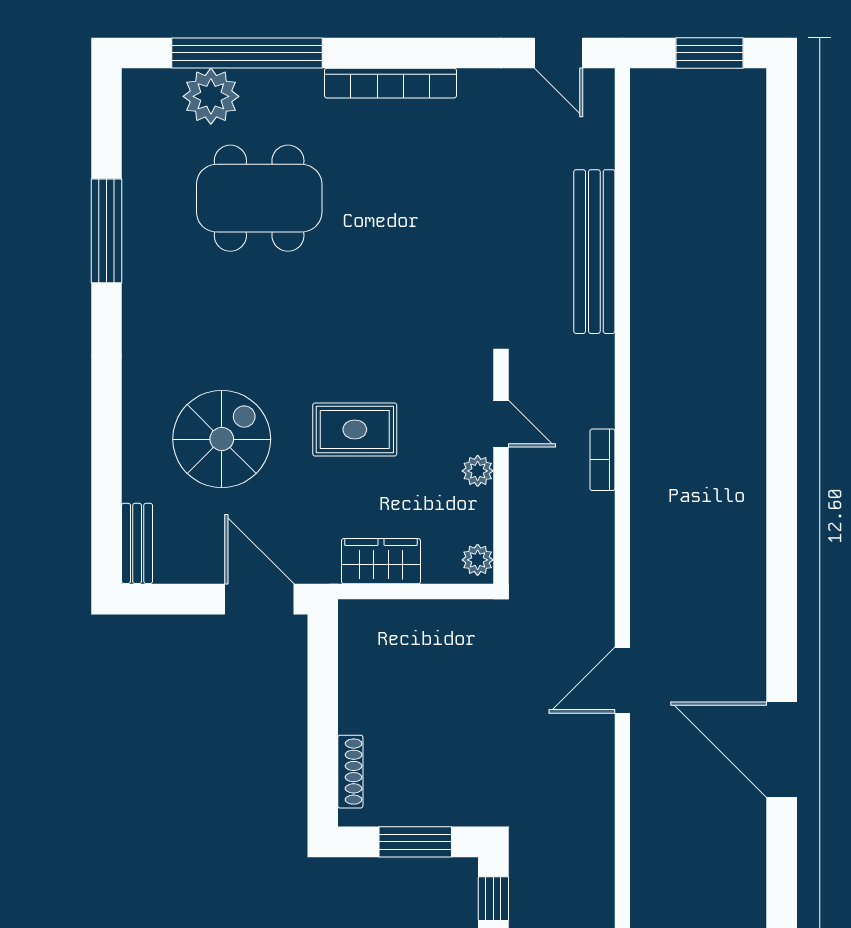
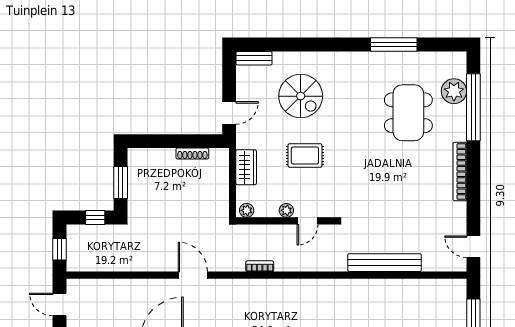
door: (559, 53) -> (473, 247), hinge flipped
rug: (355, 429) -> (305, 156), turned 90
bookcase: (602, 460) -> (260, 266), moved
door: (259, 599) -> (229, 113), width x0.73
shoe rack: (350, 772) -> (192, 154), moved

